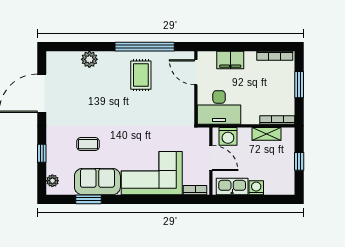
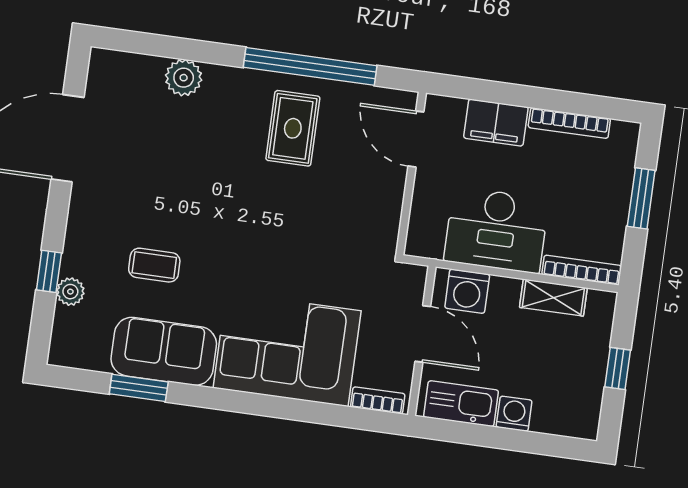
bookcase: (275, 56) -> (569, 123), moved
desk: (219, 107) -> (496, 230), moved
plant: (52, 181) -> (70, 292), moved

